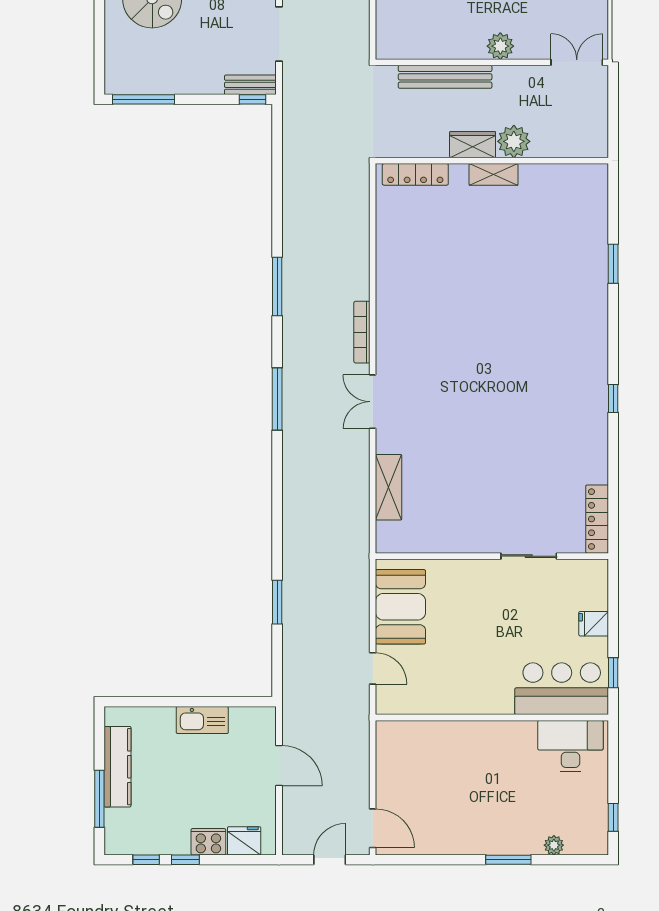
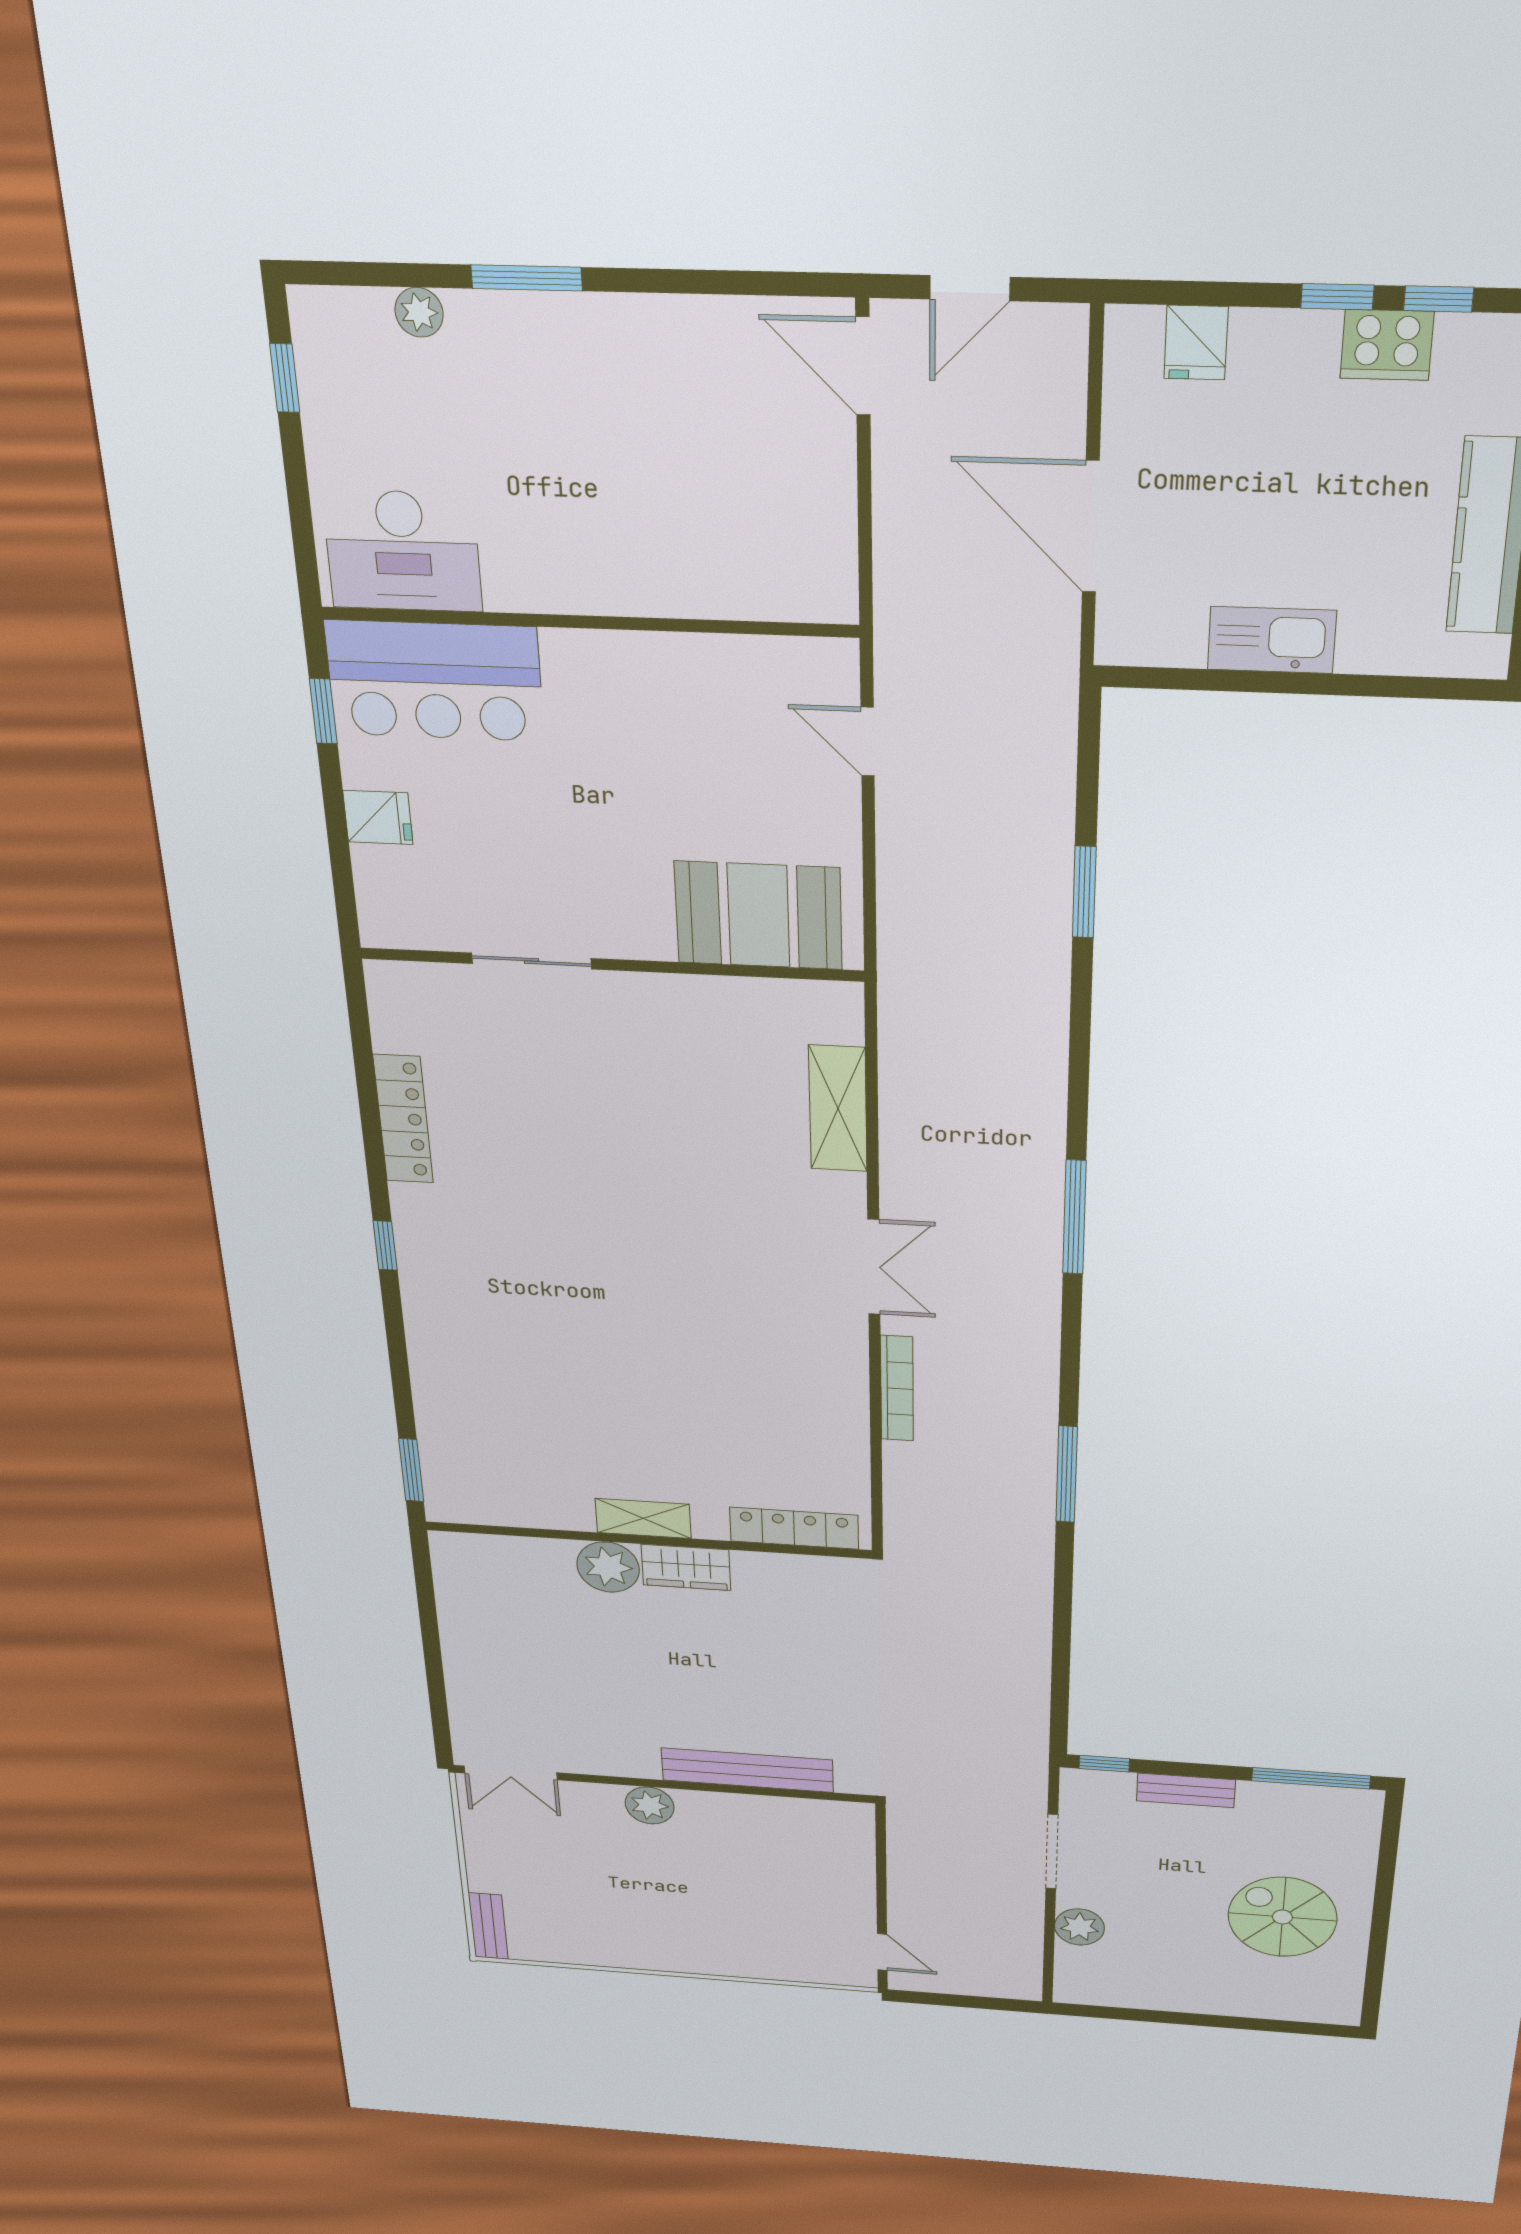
bench: (250, 85) -> (1186, 1790), moved
plant: (514, 141) -> (608, 1567), moved
wardrobe: (473, 145) -> (686, 1567), moved
wall: (492, 161) -> (648, 1540), moved
locker: (415, 174) -> (794, 1528), moved
shelving: (494, 174) -> (643, 1518), moved
window: (277, 399) -> (1074, 1217), moved
locker: (597, 519) -> (403, 1119), moved
booth: (400, 607) -> (759, 915), moved, turned 90
door: (279, 766) -> (1091, 527), width x1.36
fridge: (244, 841) -> (1196, 343), width x0.72
cooker: (208, 842) -> (1387, 345), moved

